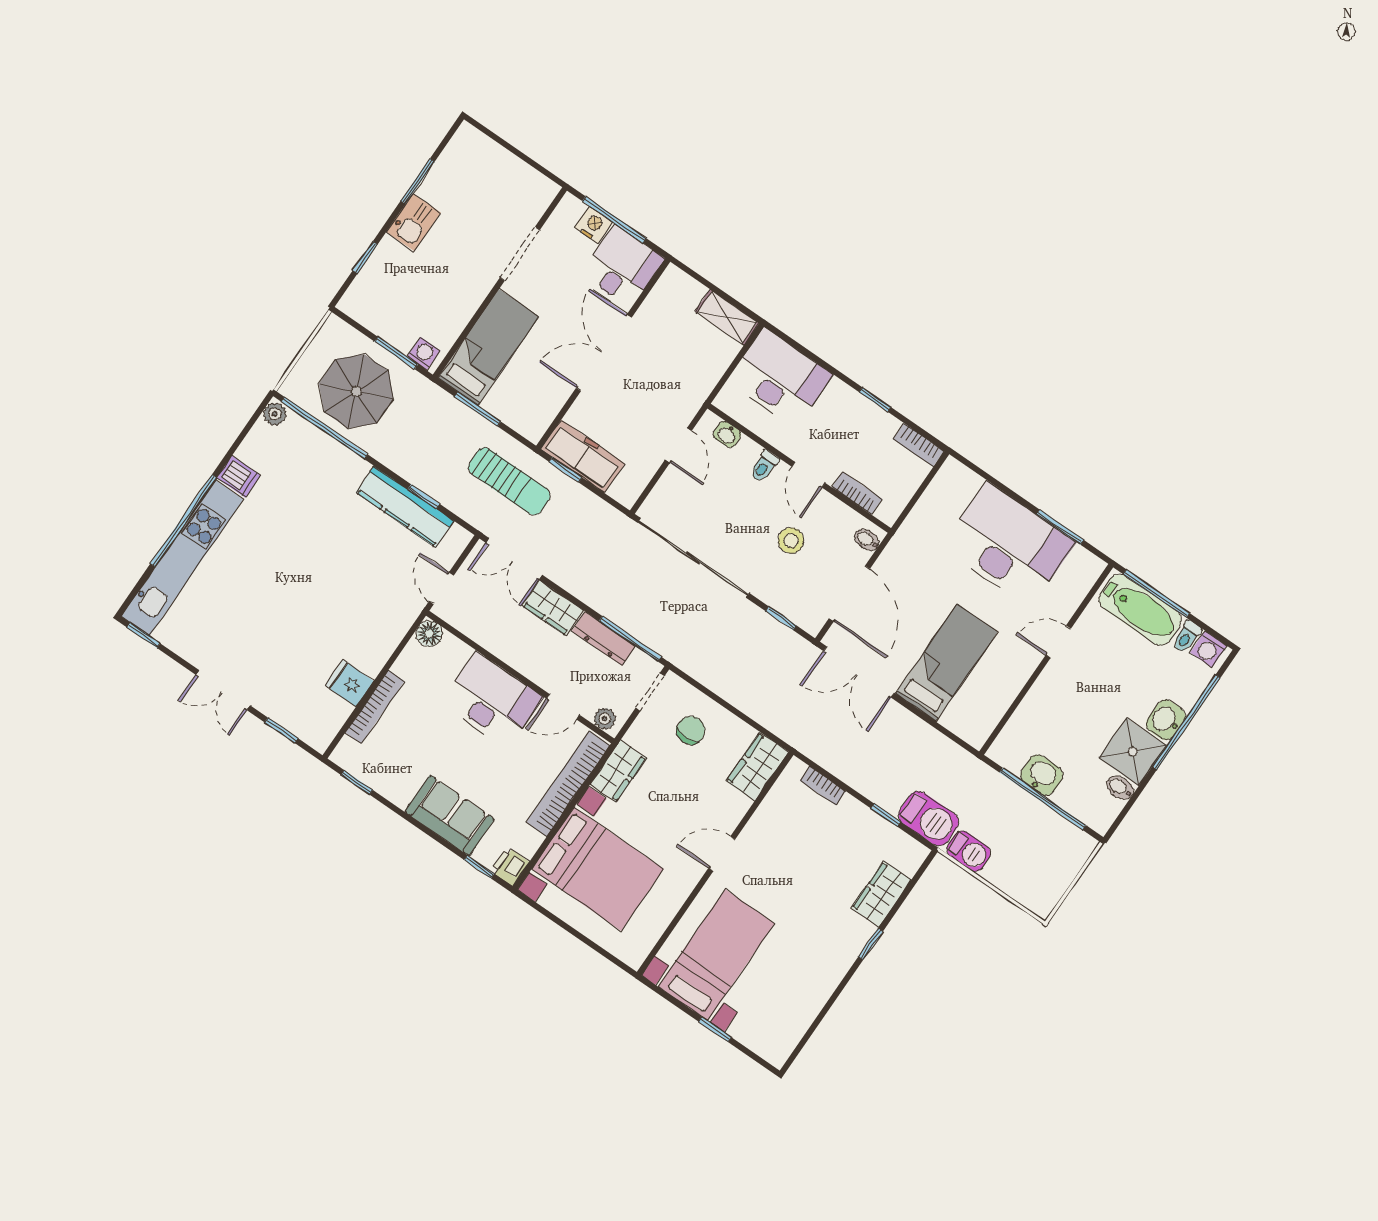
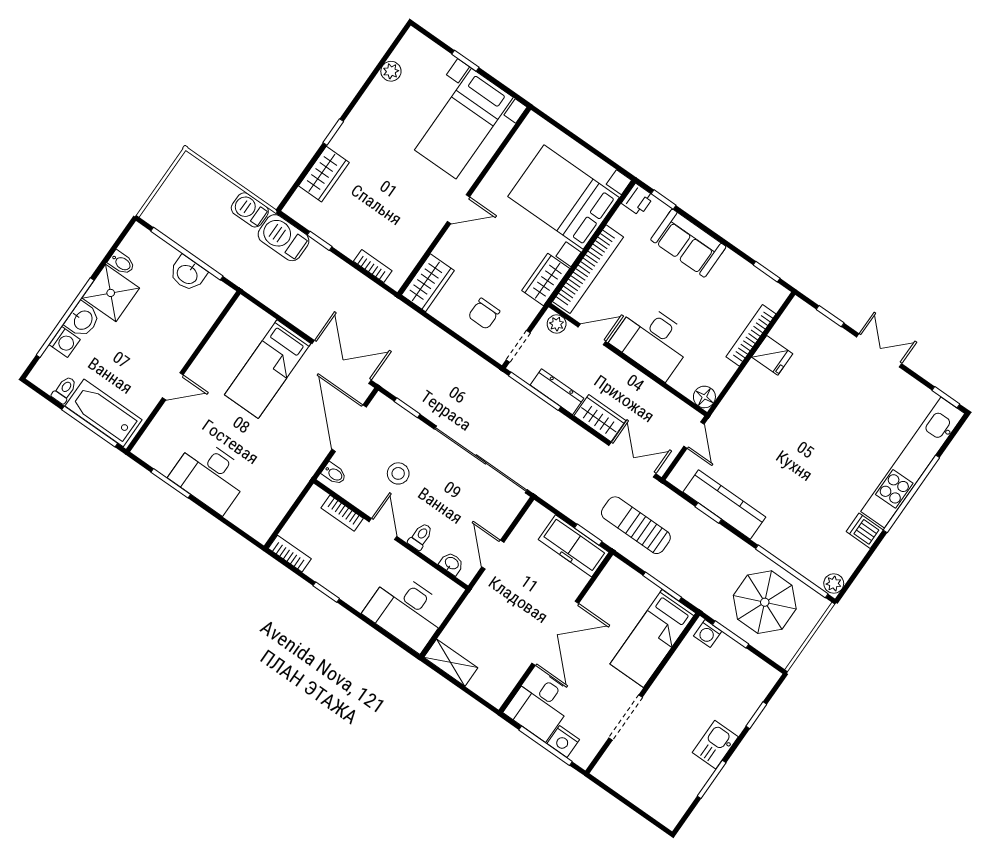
desk: (1008, 544) -> (210, 475), width x0.73, depth x0.77
washing machine: (1209, 649) -> (65, 342), moved, turned 90
plant: (803, 1016) -> (391, 71), added

